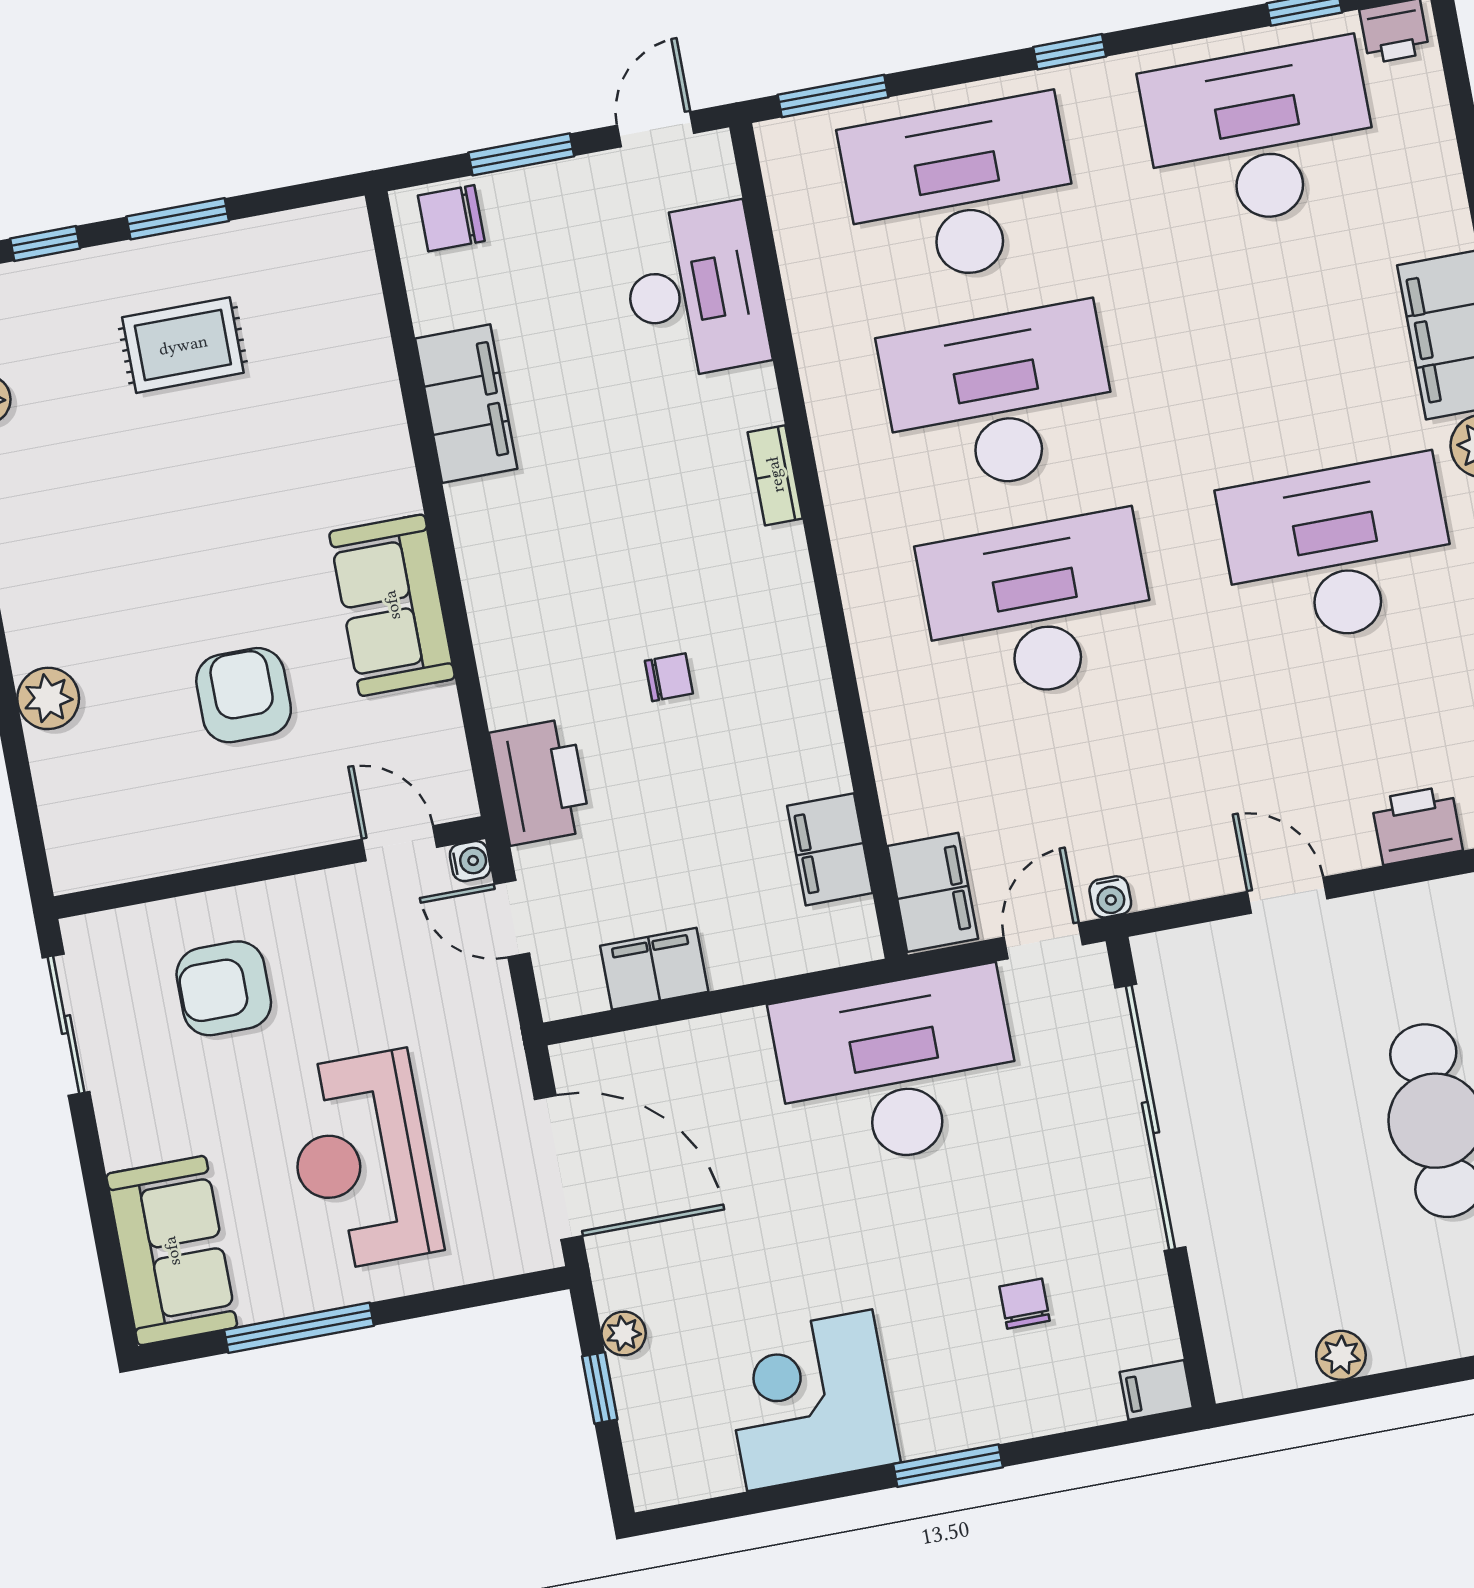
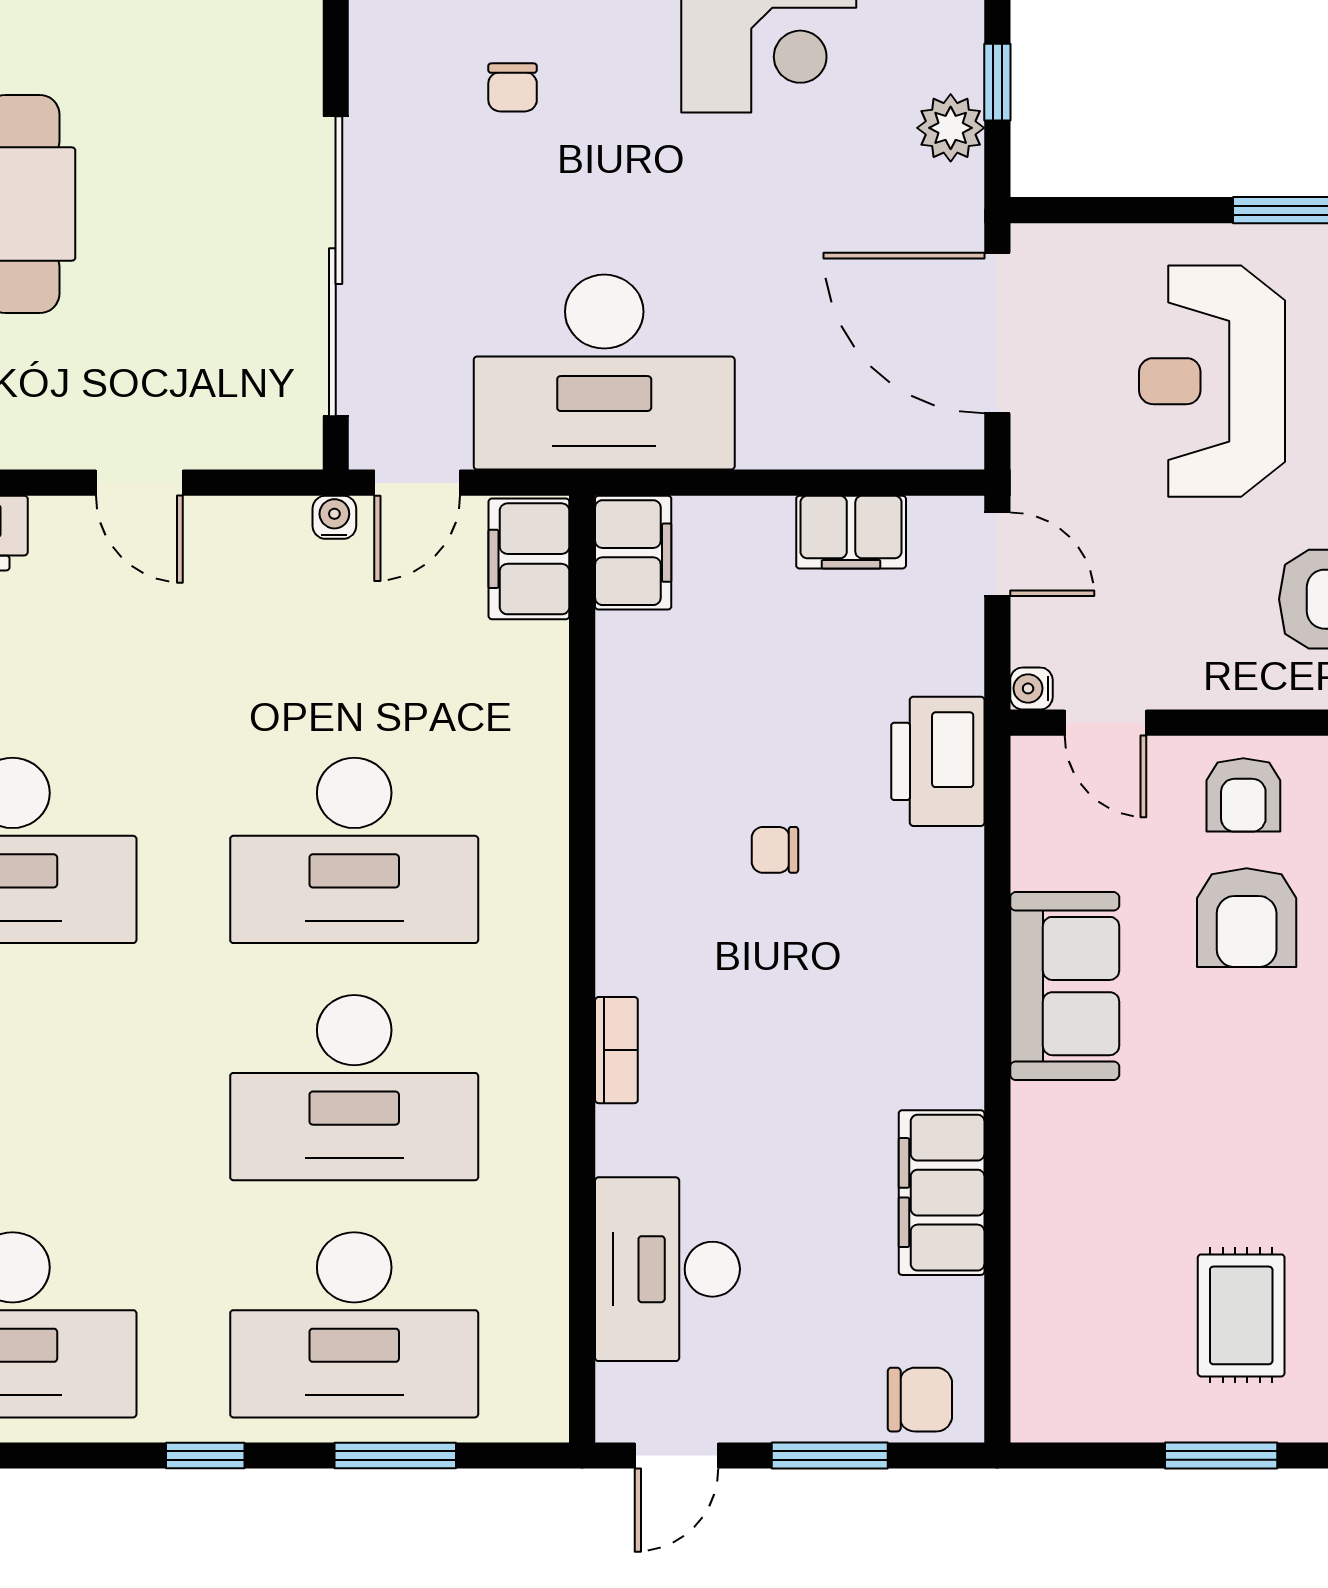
window: (833, 96) -> (395, 1455), moved
rug: (183, 345) -> (1241, 1315), turned 90
armchair: (267, 802) -> (1243, 795), added
filing cabinet: (830, 849) -> (633, 553), moved
door: (512, 919) -> (997, 554), moved
reception desk: (362, 1161) -> (1212, 381), turned 180
plant: (624, 1333) -> (951, 128), width x1.38, depth x1.38

